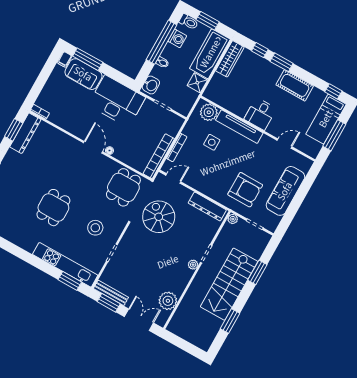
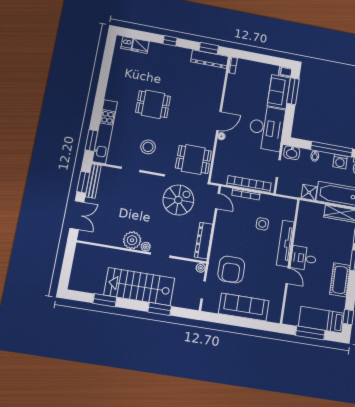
plant: (209, 112) -> (288, 212), removed
door: (285, 144) -> (288, 276), moved
bookcase: (159, 156) -> (249, 184), moved
plant: (168, 301) -> (132, 240), moved

